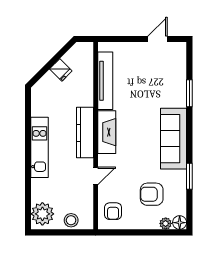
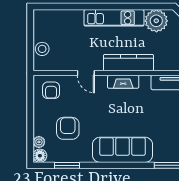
fireplace: (107, 132) -> (123, 82), width x0.73, depth x0.76
window: (189, 176) -> (67, 165), moved
armchair: (113, 211) -> (51, 90), turned -90
plant: (42, 214) -> (156, 21), moved

